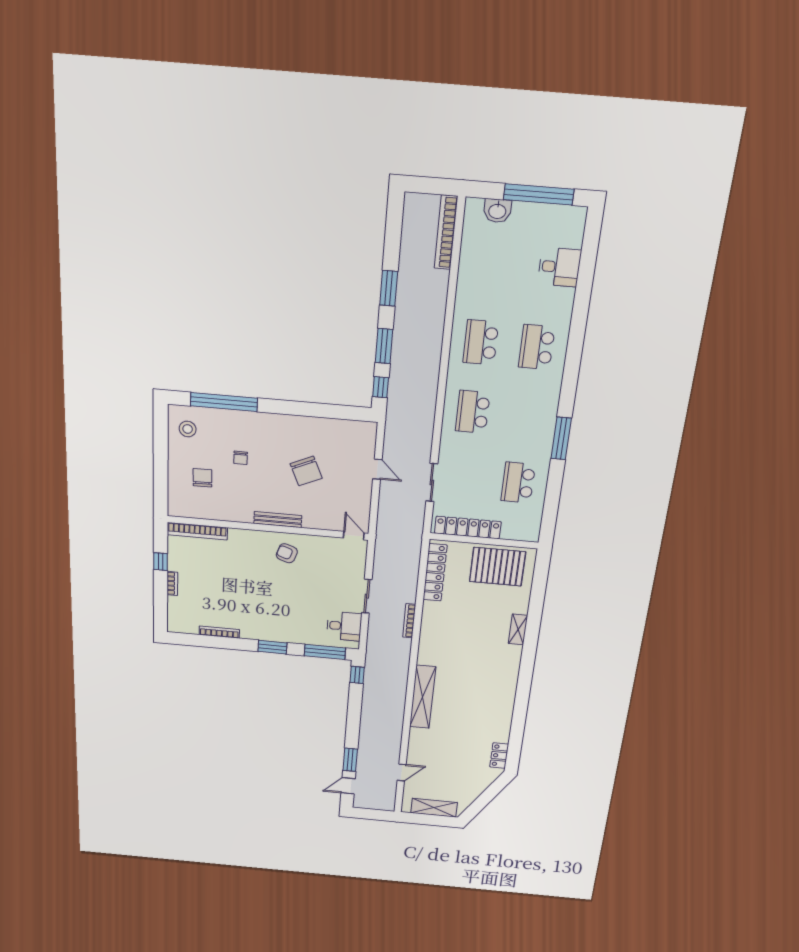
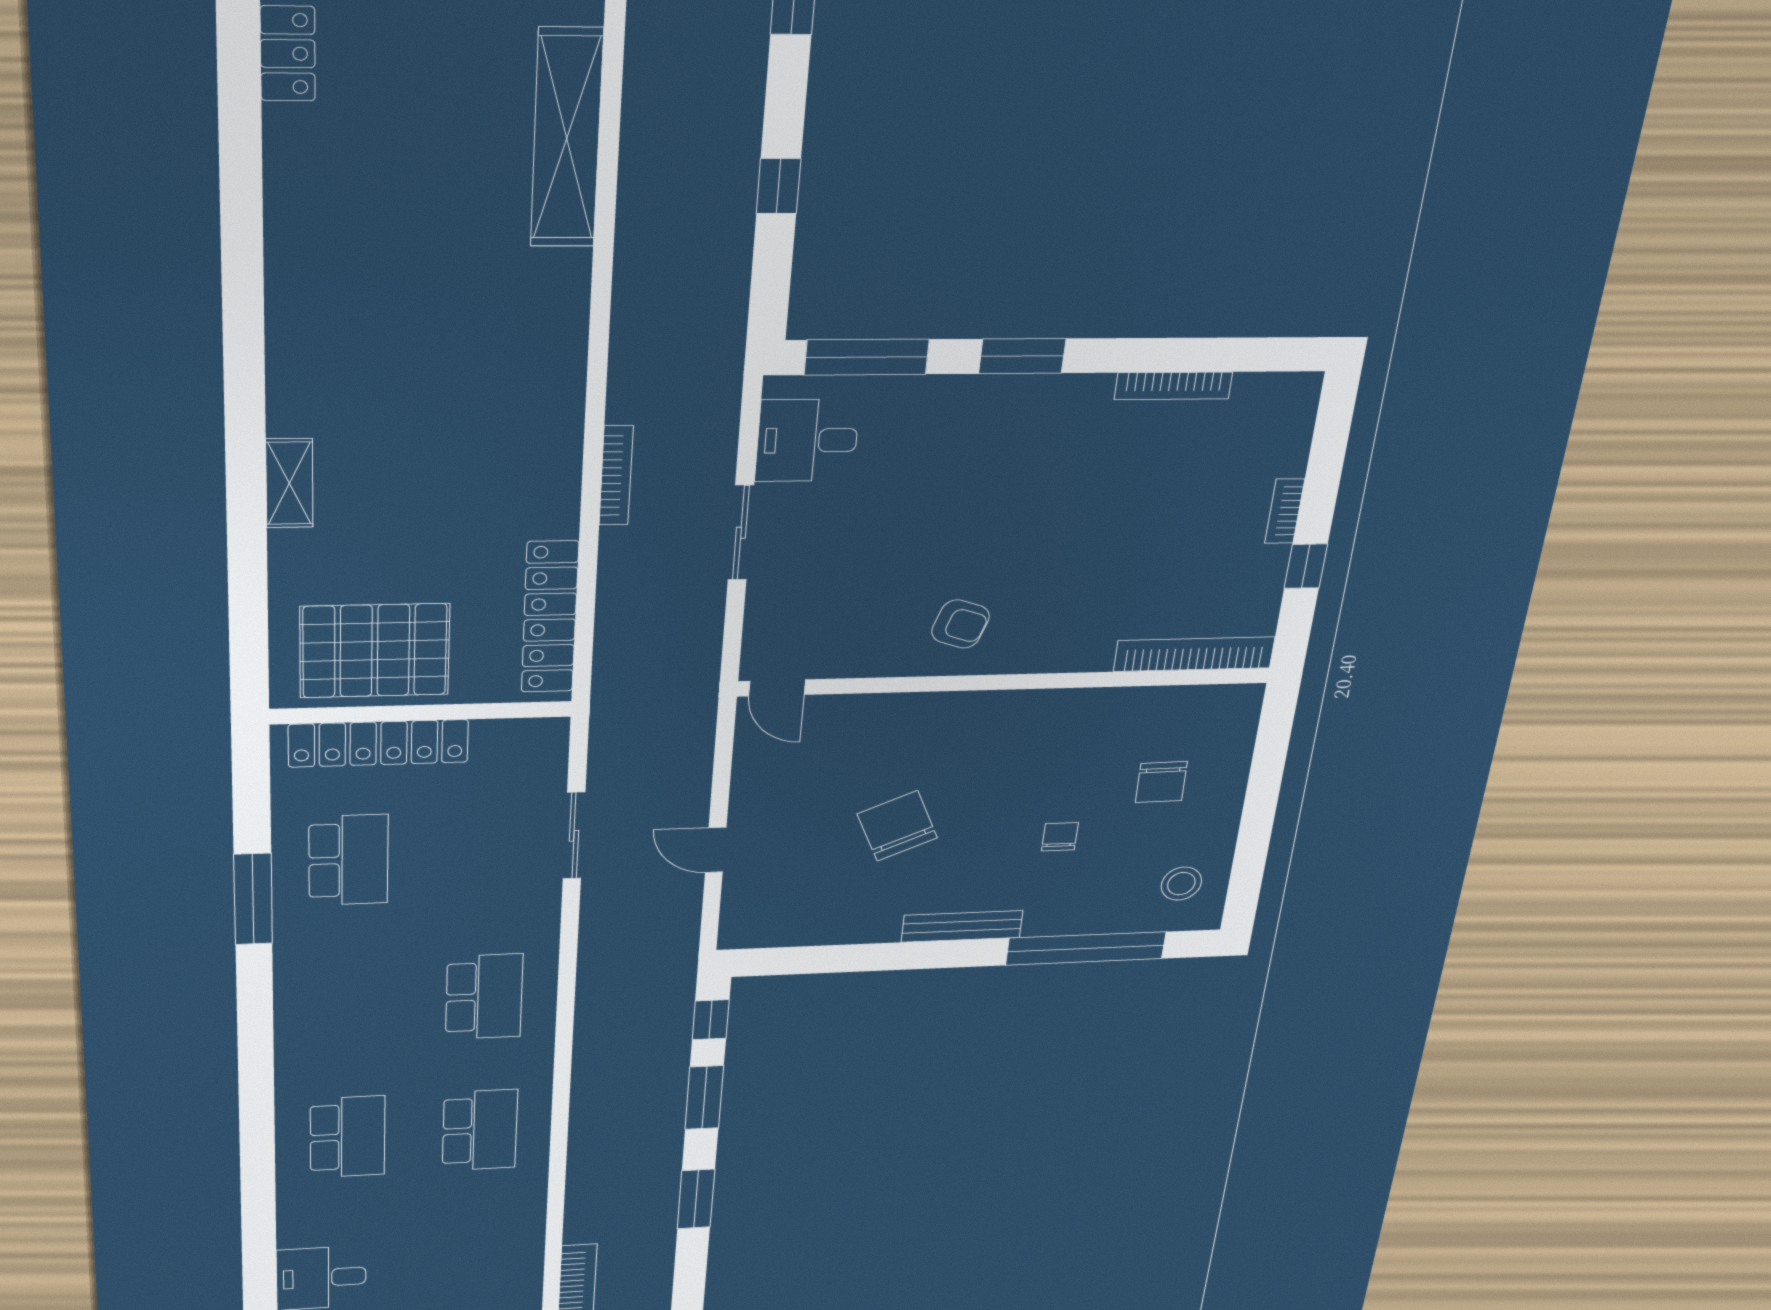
window: (561, 438) -> (253, 899), moved
bench: (278, 520) -> (962, 926), moved
locker: (468, 527) -> (379, 743), moved
window: (357, 675) -> (779, 186), moved
shelving: (423, 697) -> (567, 138), moved

